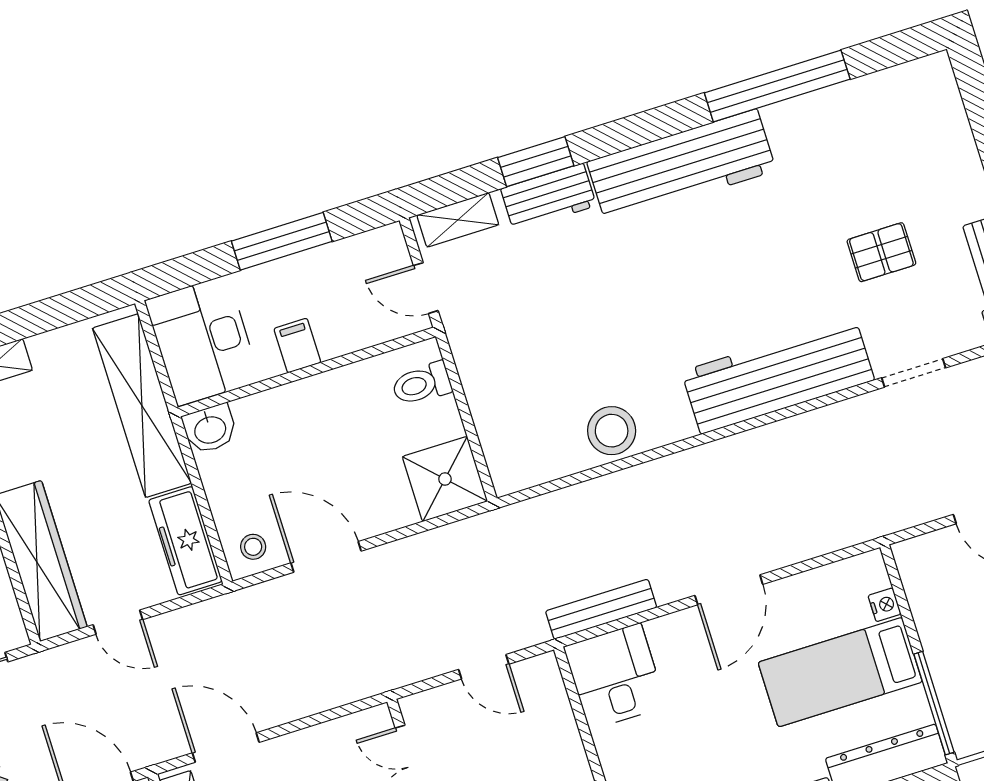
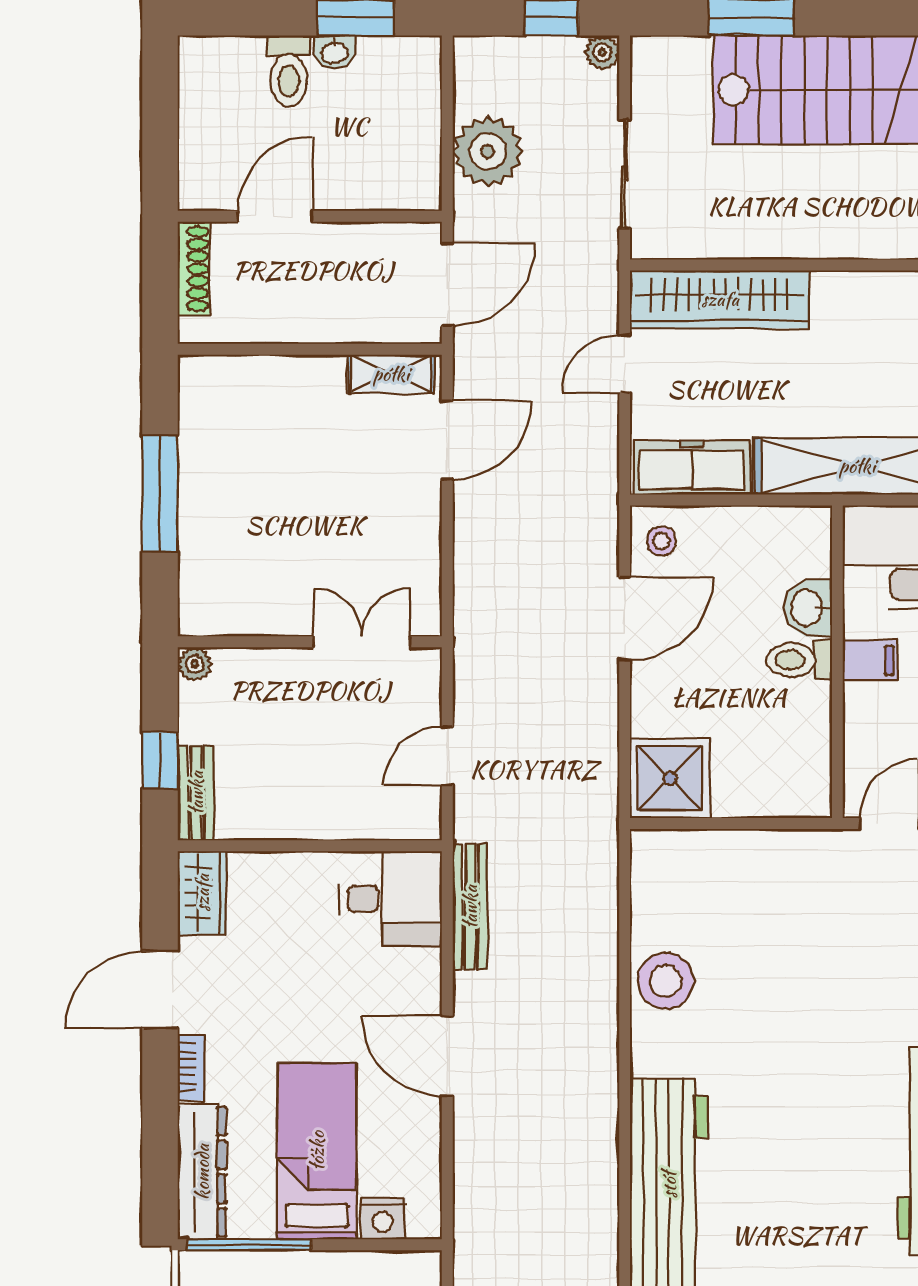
toilet: (422, 384) -> (799, 660), moved, turned -90
washbasin: (210, 429) -> (808, 608), moved
nightstand: (885, 605) -> (383, 1219), width x1.39, depth x1.35

